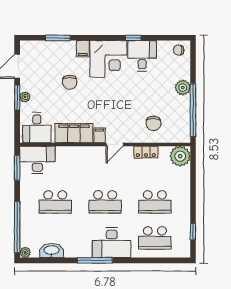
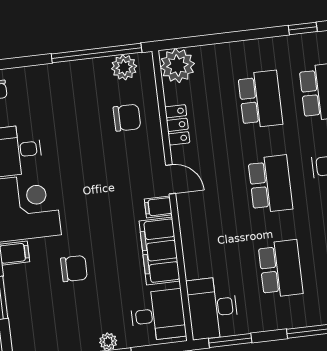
plant: (183, 88) -> (124, 67), moved

